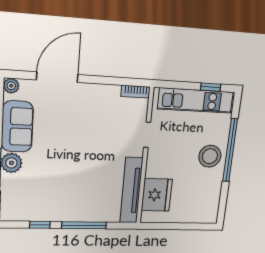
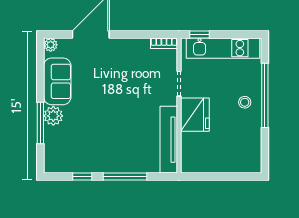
window: (211, 87) -> (199, 35), moved
stool: (210, 156) -> (245, 102), width x0.53, depth x0.53
fridge: (157, 195) -> (195, 115), moved

